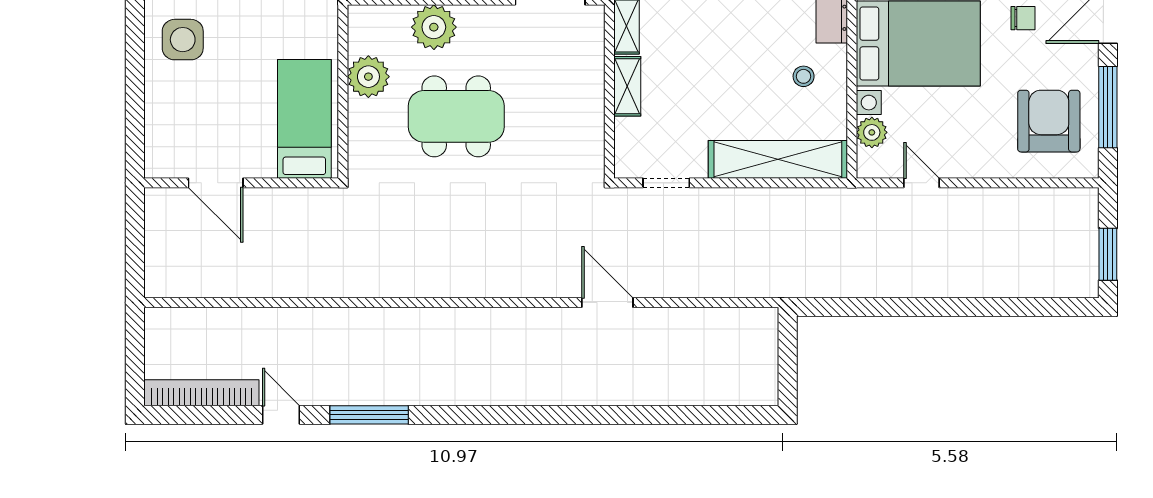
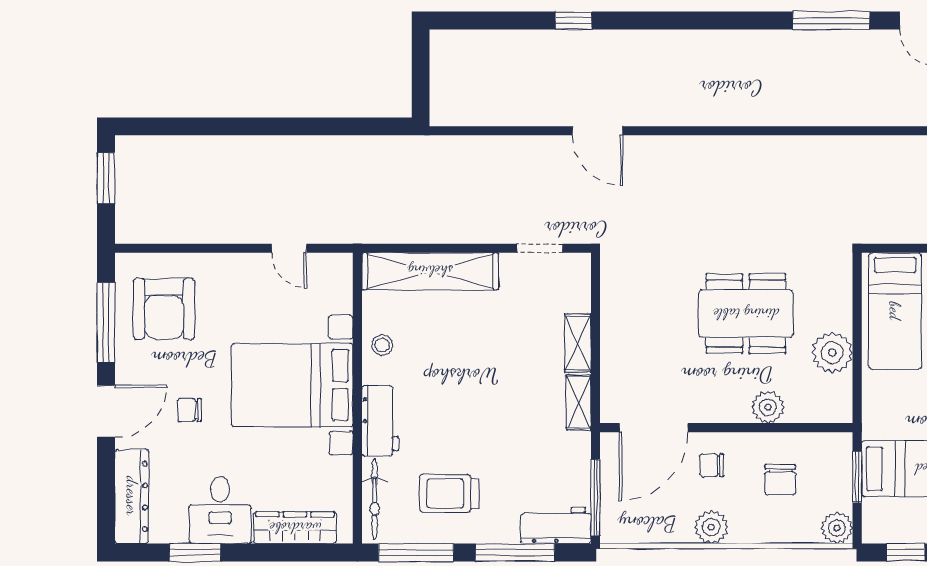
plant: (434, 27) -> (768, 407), width x0.73, depth x0.73
stool: (804, 76) -> (382, 345), moved
plant: (872, 132) -> (338, 298), removed
window: (632, 415) -> (574, 21), added

